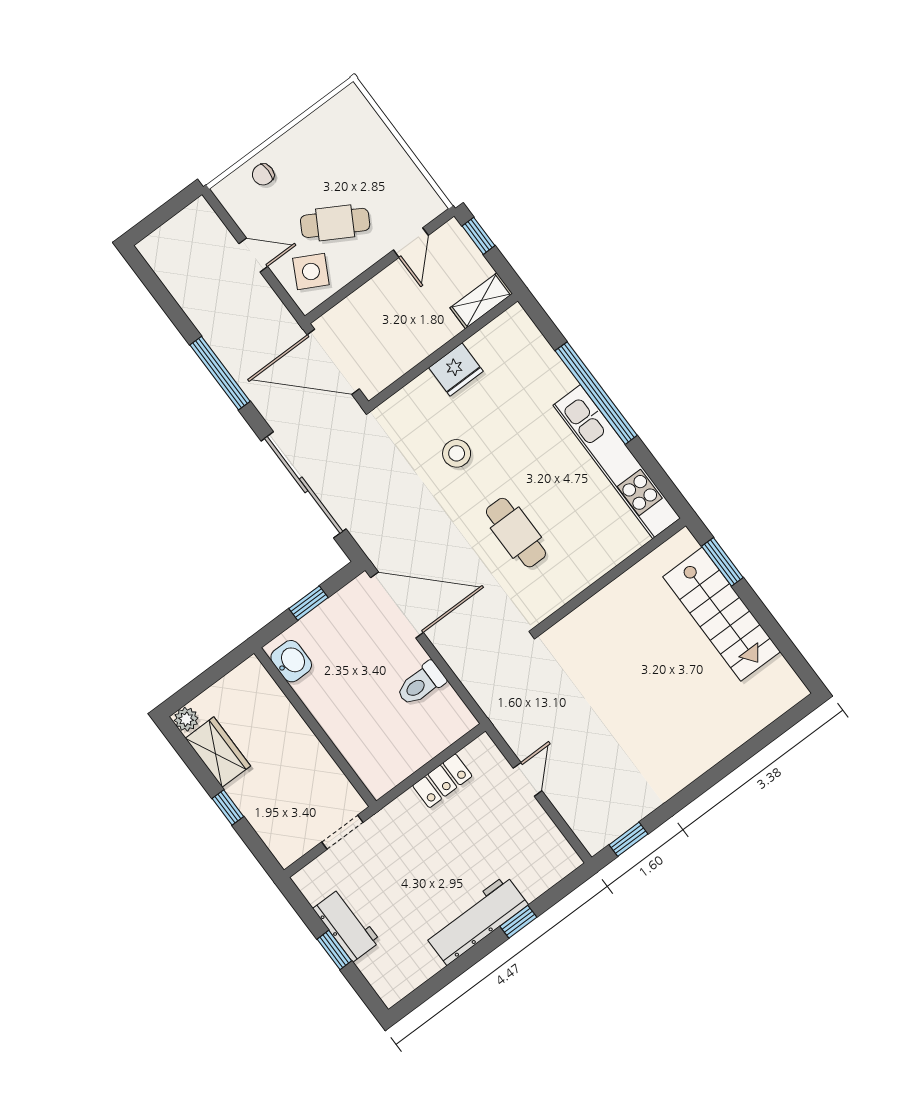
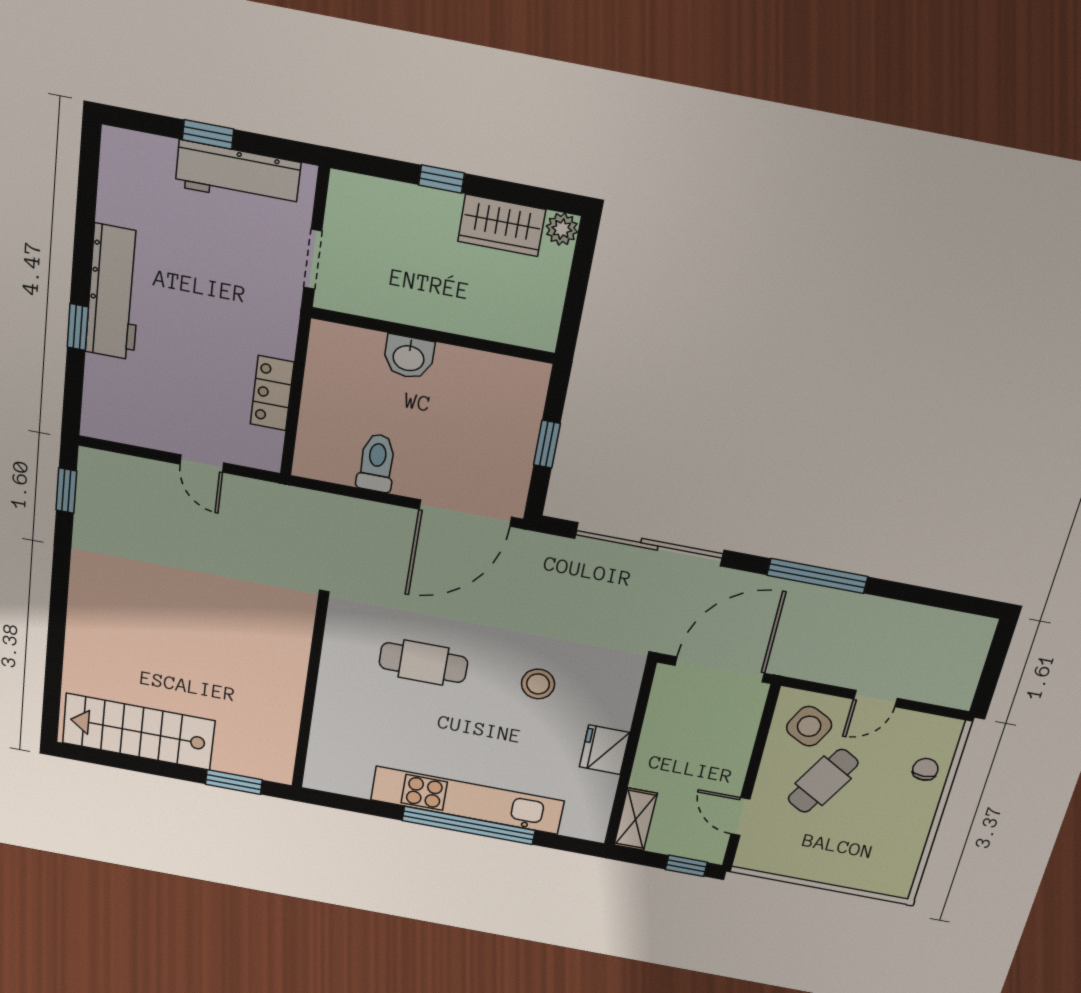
kitchen unit: (617, 462) -> (467, 800), moved
stairs: (722, 614) -> (139, 732), moved
washbasin: (291, 661) -> (409, 357), moved
workbench: (347, 925) -> (238, 174), width x1.38

